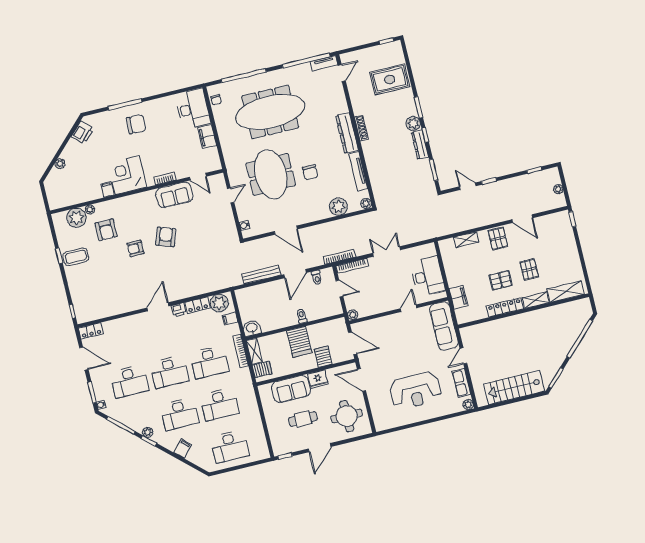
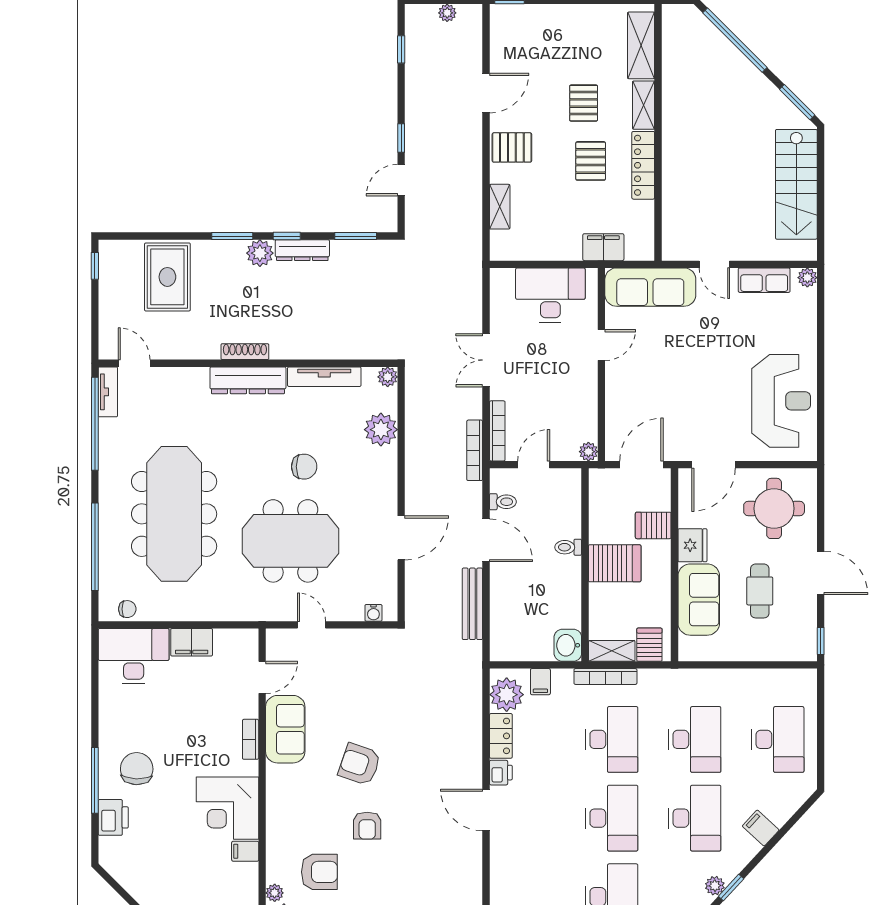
printer: (82, 132) -> (113, 817), moved, turned 45
pallet: (529, 269) -> (584, 103), turned 90
door: (408, 308) -> (601, 345), swing flipped
reception desk: (415, 391) -> (781, 401), moved

